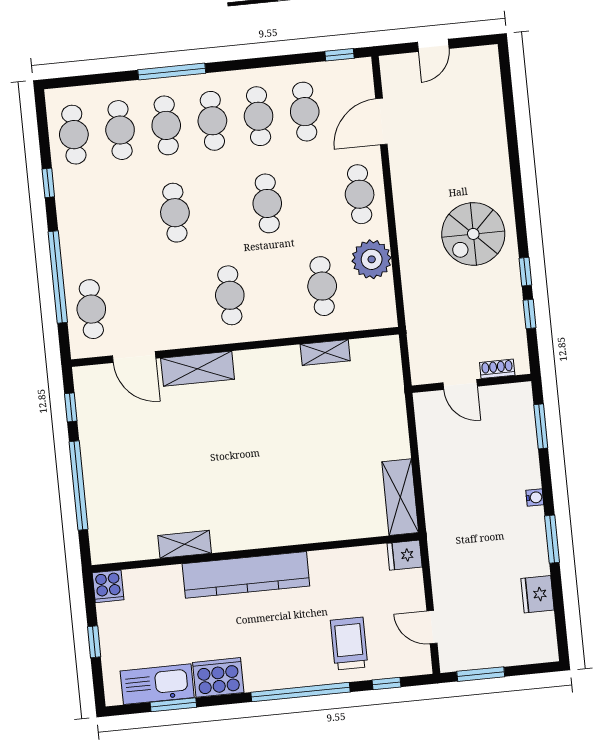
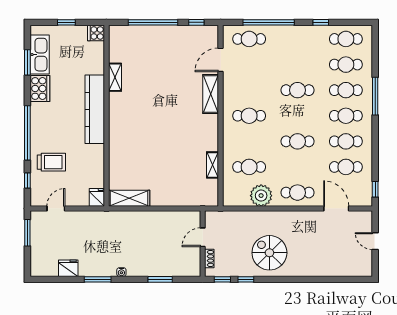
shoe rack: (497, 369) -> (209, 258), moved
wall: (471, 383) -> (203, 244), moved
door: (460, 384) -> (203, 237), moved

